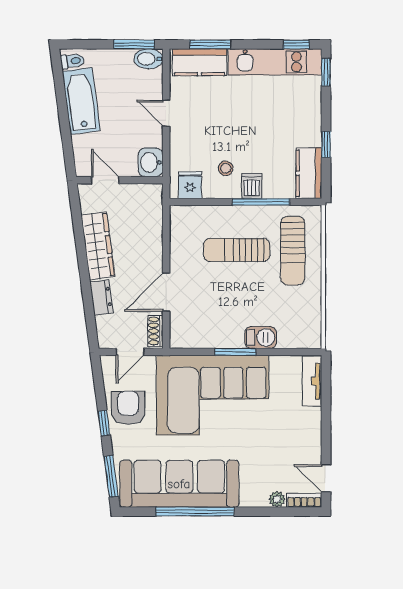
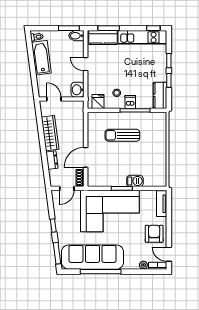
window: (326, 72) -> (169, 61), moved
sun lounger: (293, 251) -> (152, 136), removed
armchair: (128, 408) -> (154, 234), moved

